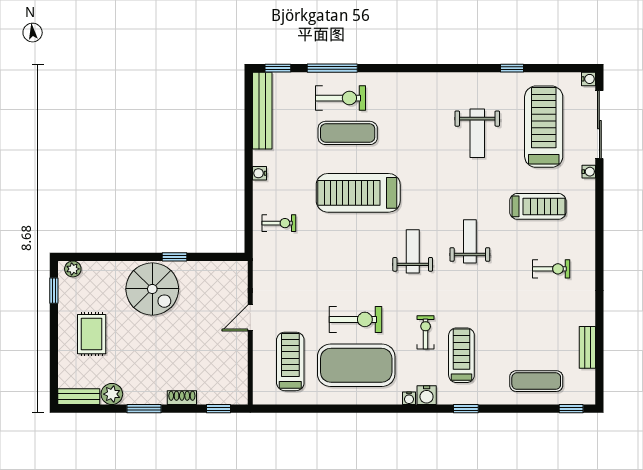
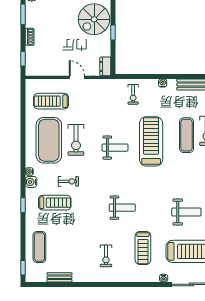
weight bench: (477, 133) -> (186, 212), turned 180
weight bench: (413, 251) -> (115, 148), moved
dresser: (232, 270) -> (105, 66), added
treadmill: (290, 361) -> (51, 101), turned 180

